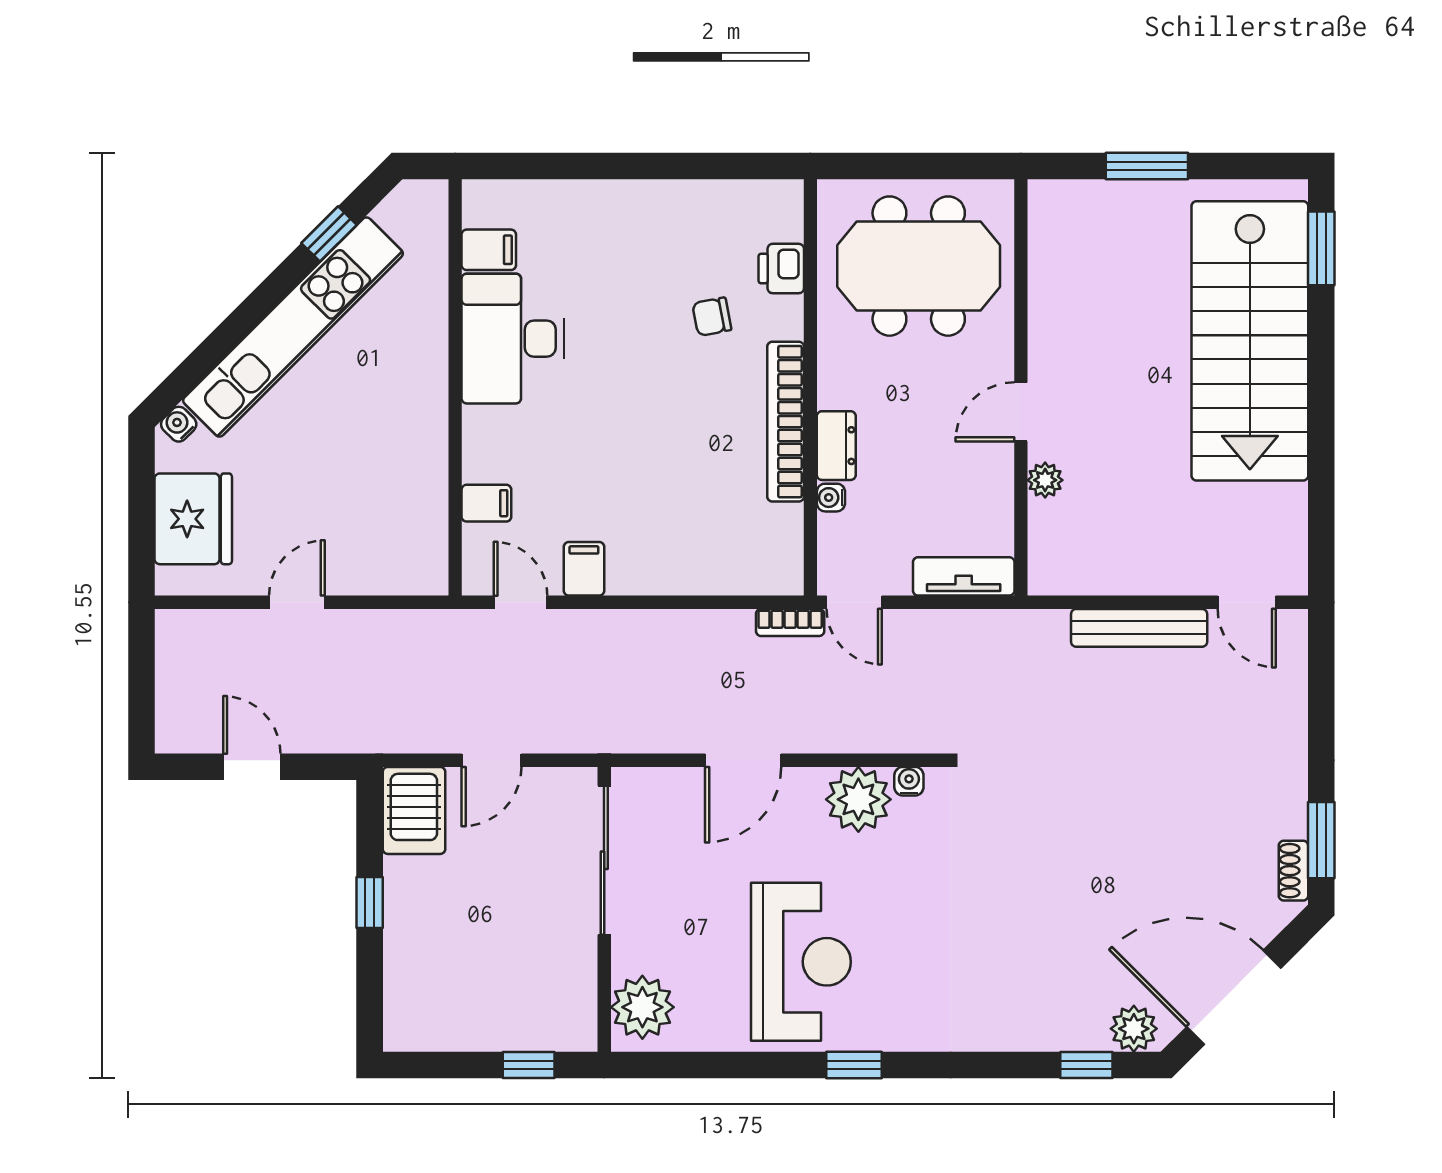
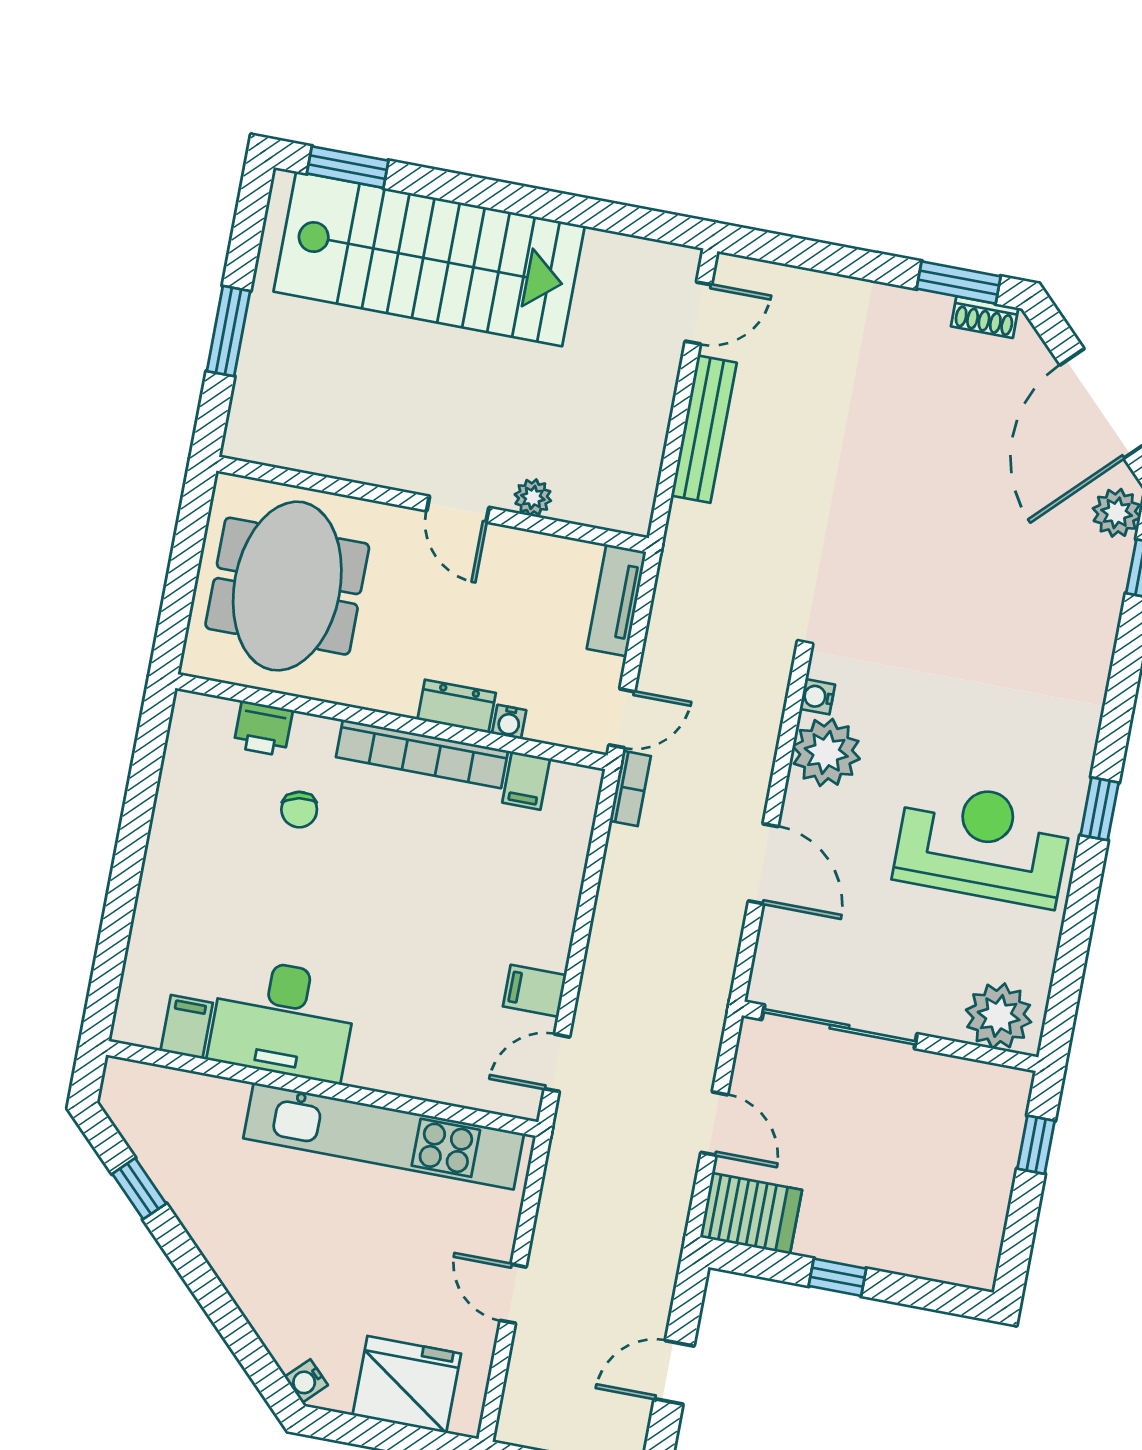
kitchen unit: (293, 327) -> (384, 1136), moved, turned 135
filing cabinet: (486, 503) -> (526, 781), moved, turned 180

